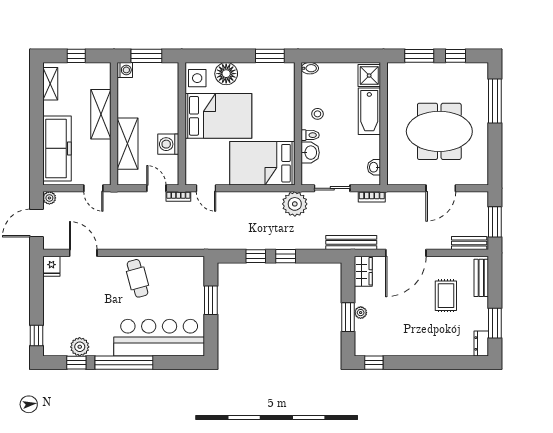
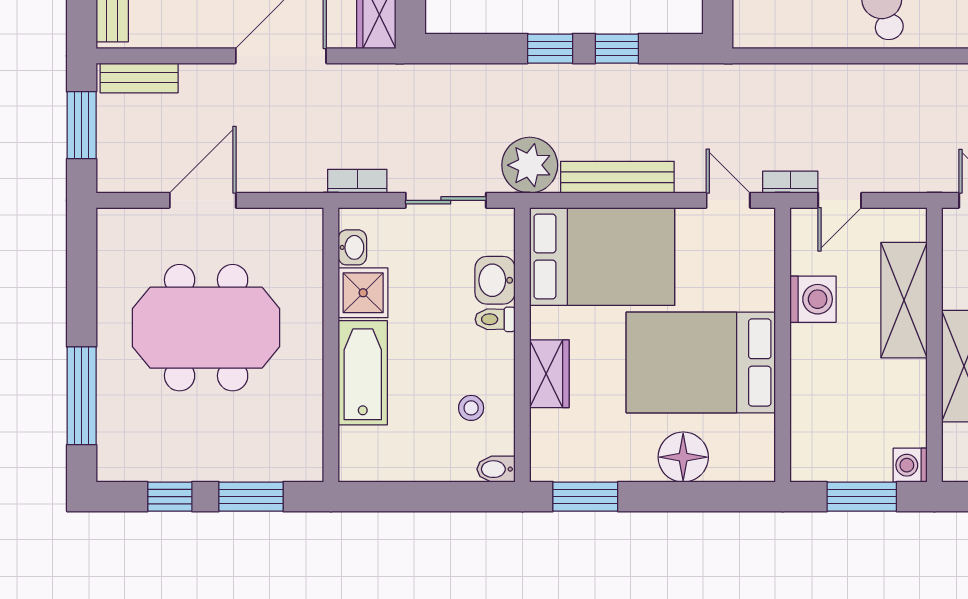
shower: (369, 76) -> (363, 293), moved
side table: (197, 78) -> (748, 447), removed
wardrobe: (286, 111) -> (549, 374), added
stool: (317, 114) -> (471, 408), moved
door: (156, 188) -> (840, 200), hinge flipped
bench: (351, 242) -> (617, 177), moved

